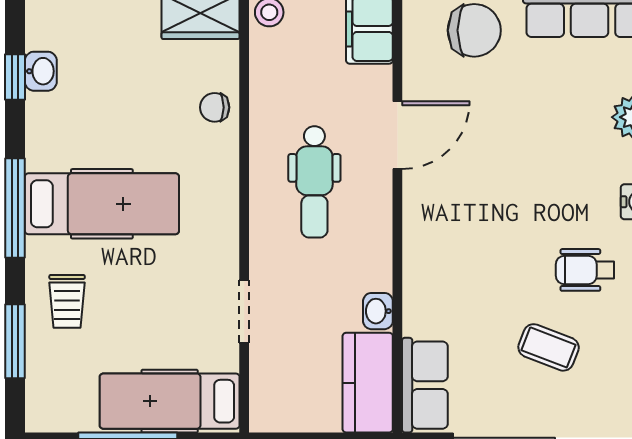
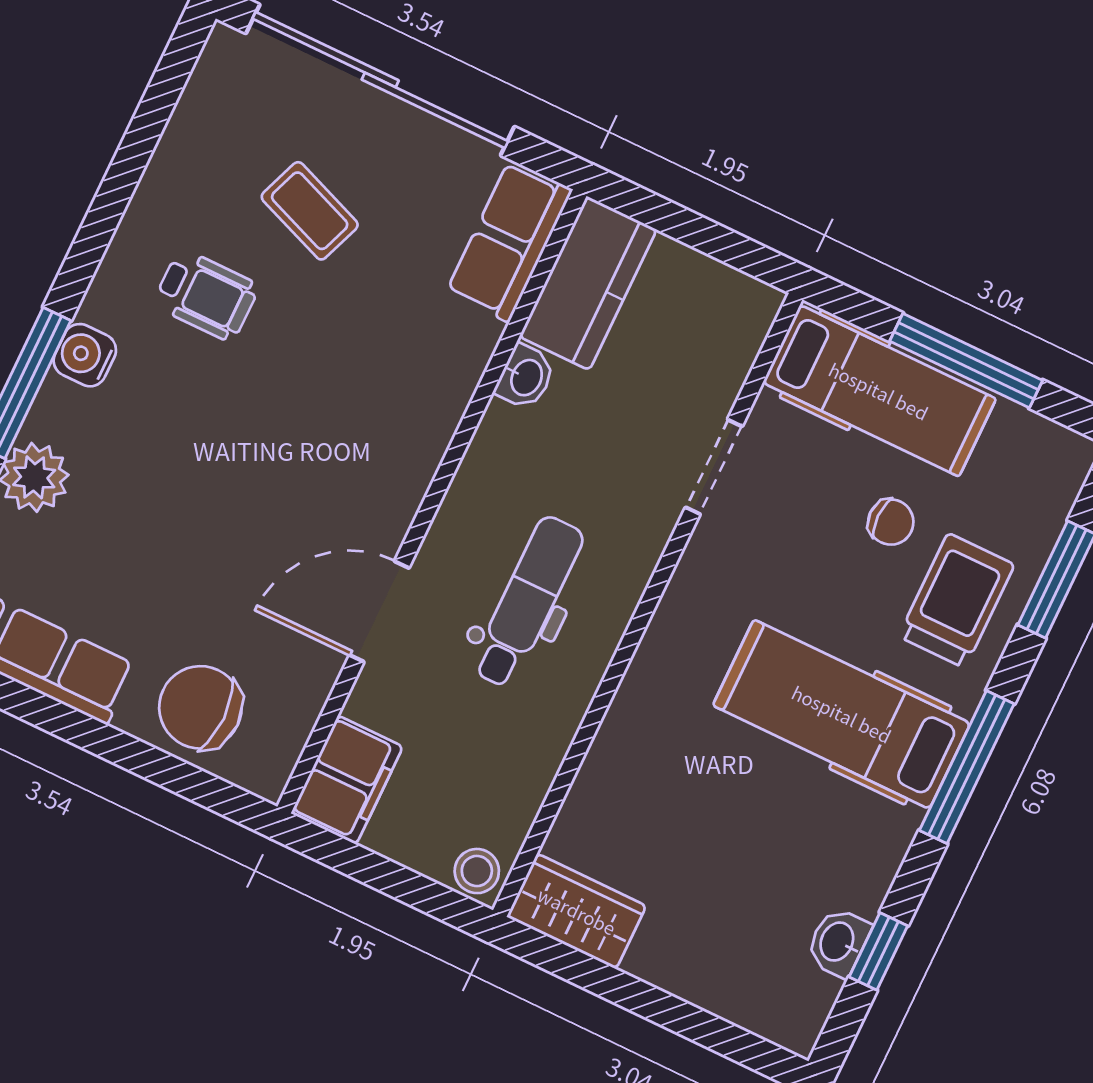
chair: (215, 107) -> (891, 522), moved
trolley: (67, 301) -> (956, 600), width x1.36, depth x1.39

